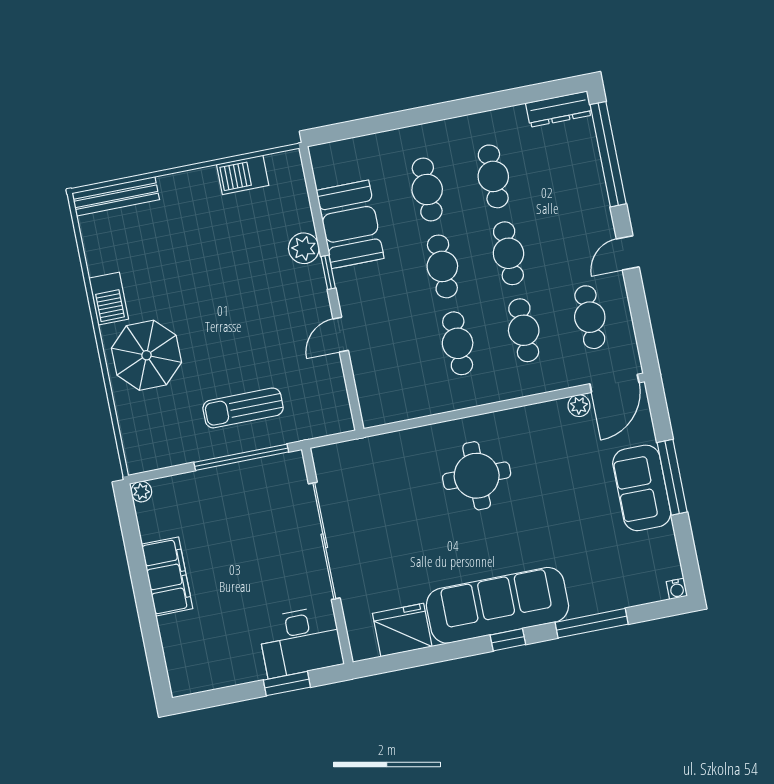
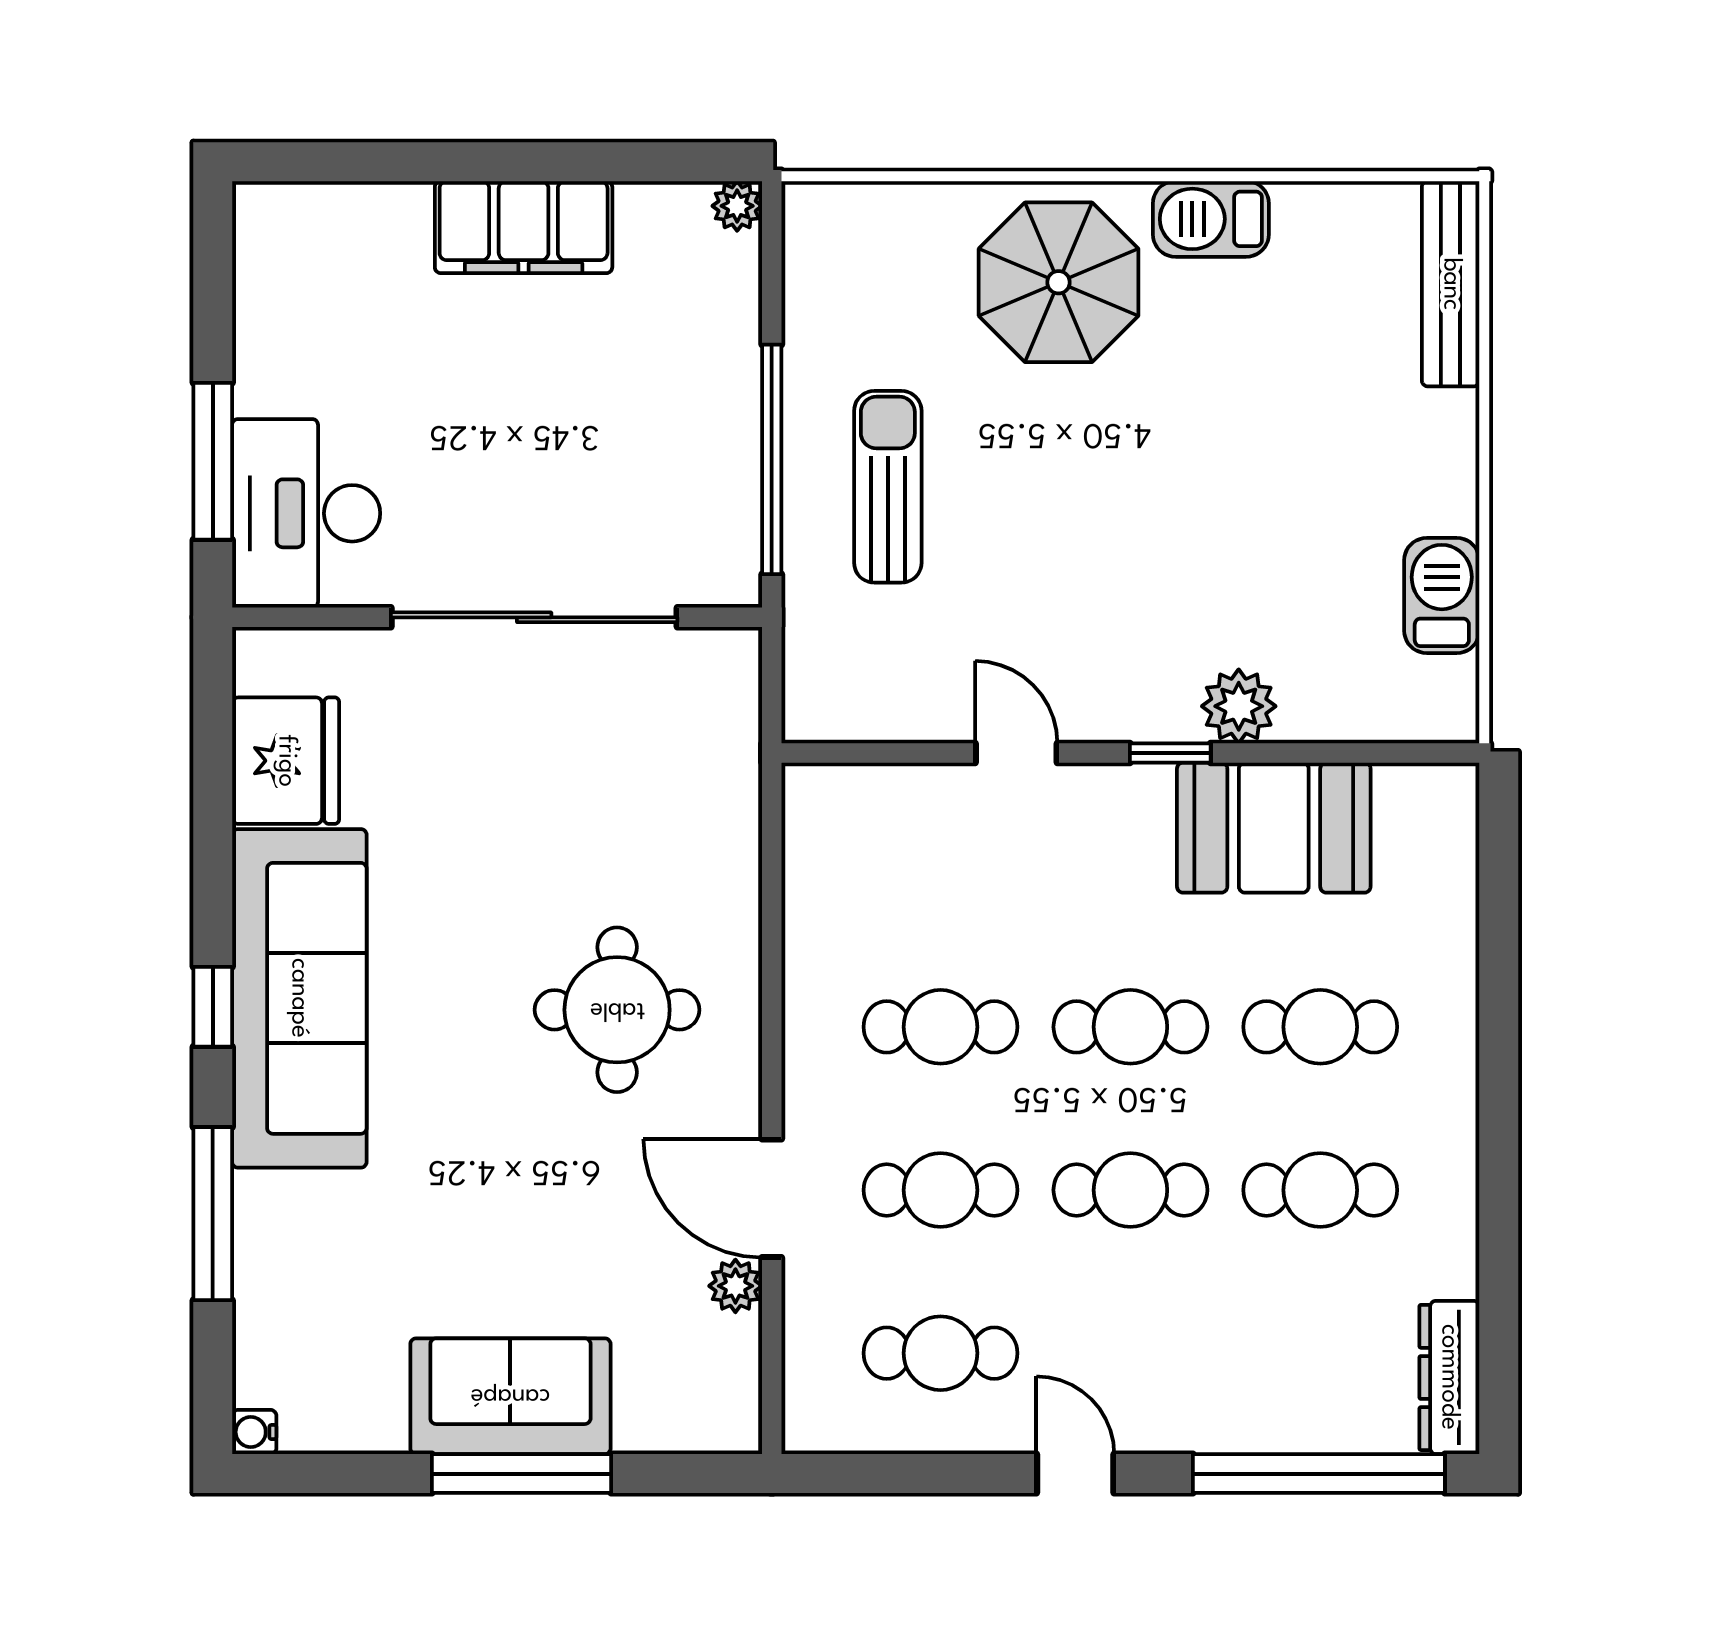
door: (614, 383) -> (772, 1198), moved
window: (287, 684) -> (213, 461), width x1.44

